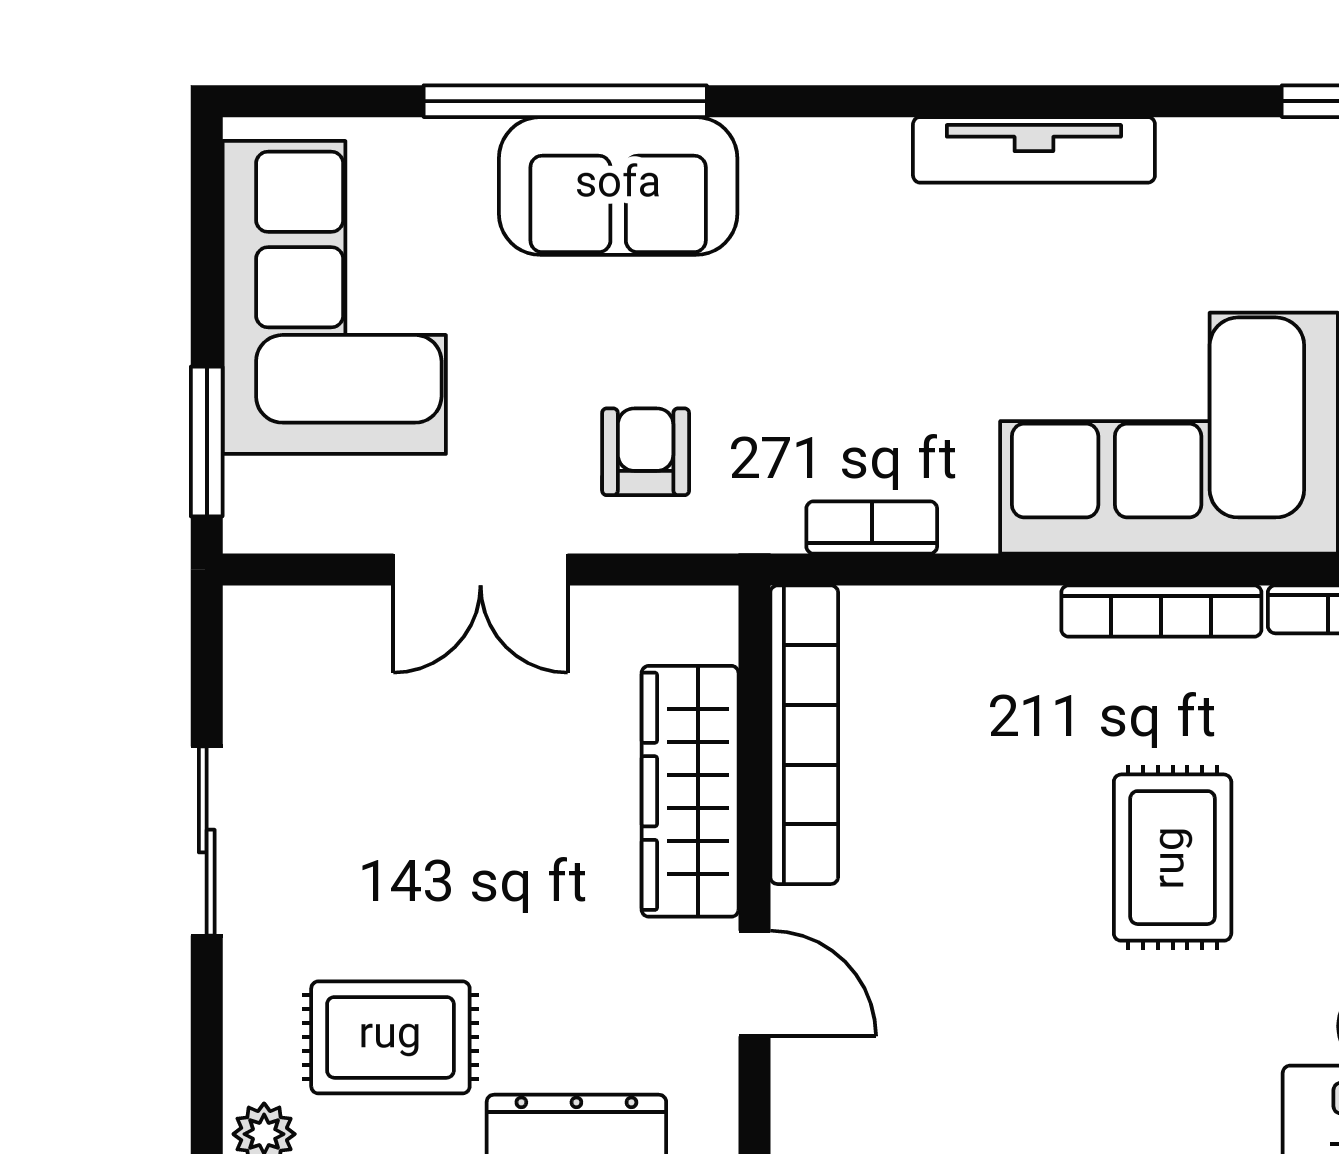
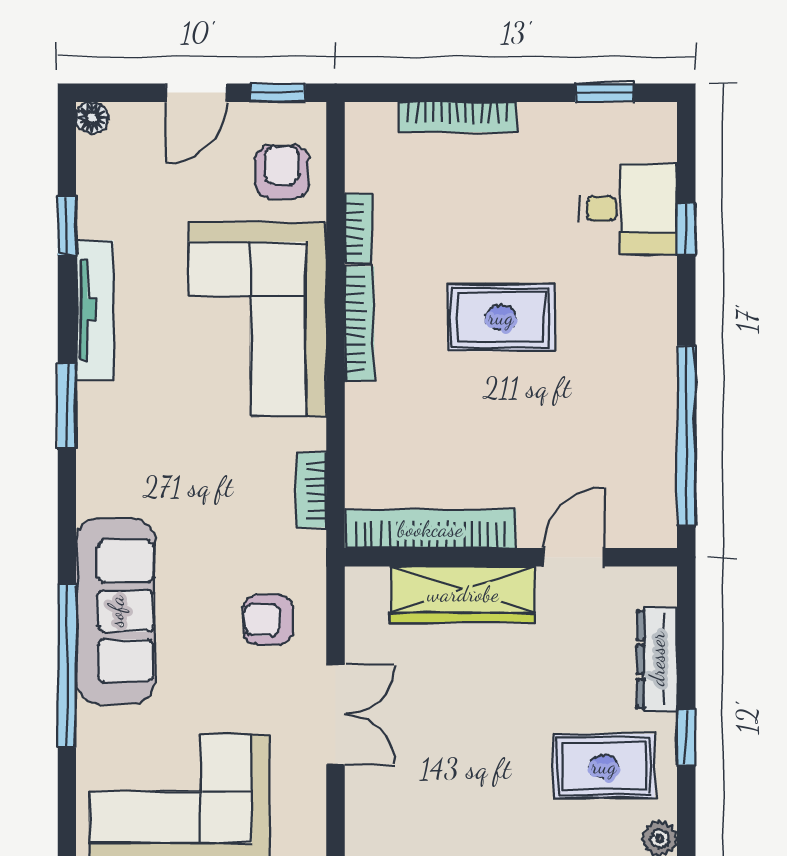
window: (1018, 101) -> (67, 406), added
tv unit: (1034, 150) -> (95, 310), moved
sofa: (618, 186) -> (116, 611), width x1.36
rug: (390, 1037) -> (604, 766), turned 90

